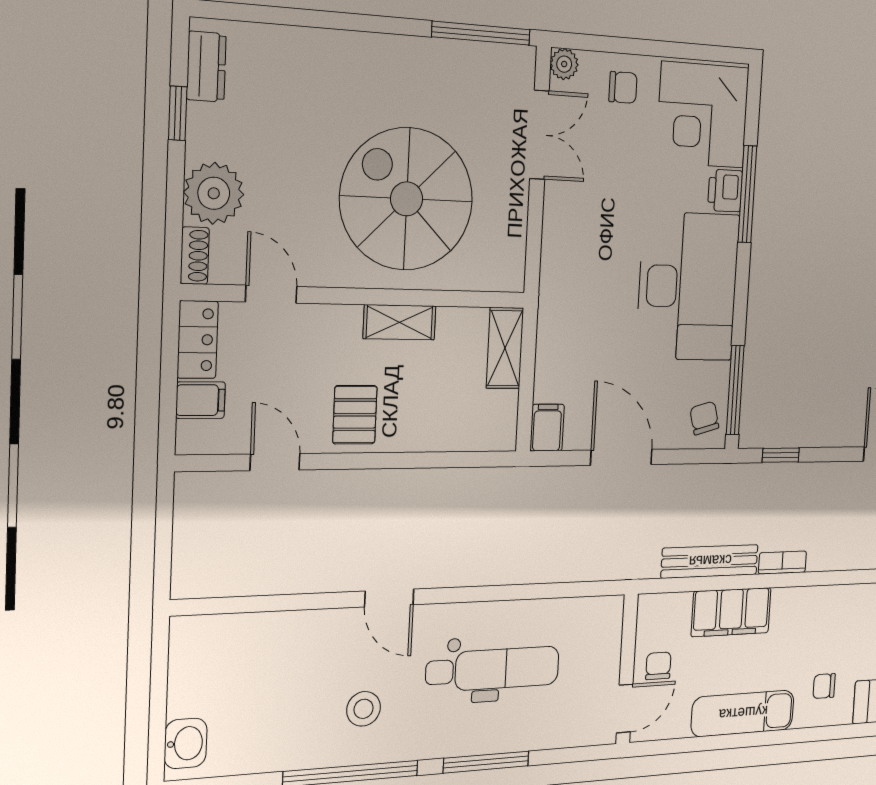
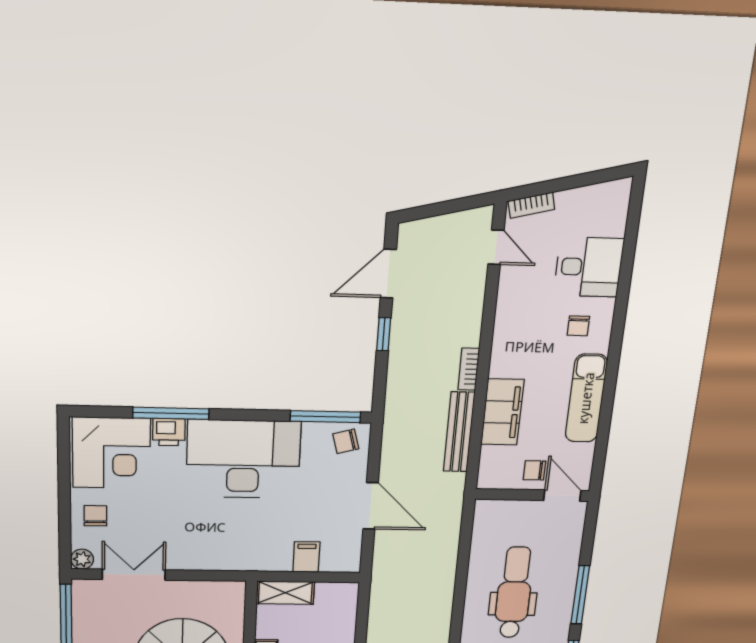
filing cabinet: (547, 428) -> (306, 557), moved, turned 90
window: (781, 455) -> (384, 334), moved
door: (621, 457) -> (371, 506), swing flipped

